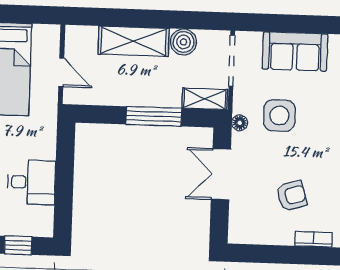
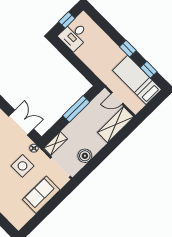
shelving: (133, 41) -> (116, 125), moved
window: (154, 116) -> (76, 109), moved
desk: (31, 182) -> (74, 36), moved

